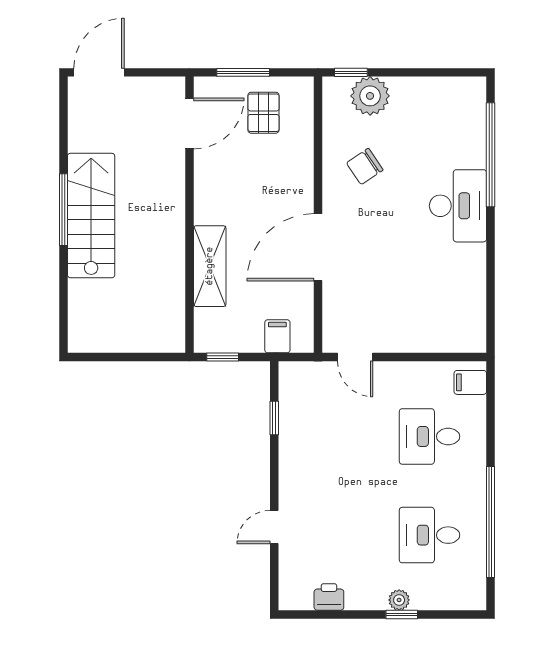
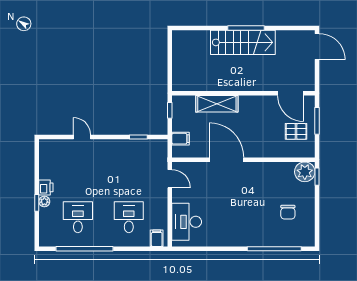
plant: (370, 96) -> (305, 172), moved
chair: (365, 166) -> (288, 212), moved, turned -146
desk: (458, 206) -> (187, 222), moved, turned 90
door: (355, 357) -> (170, 179), swing flipped
printer: (329, 597) -> (46, 187), moved

